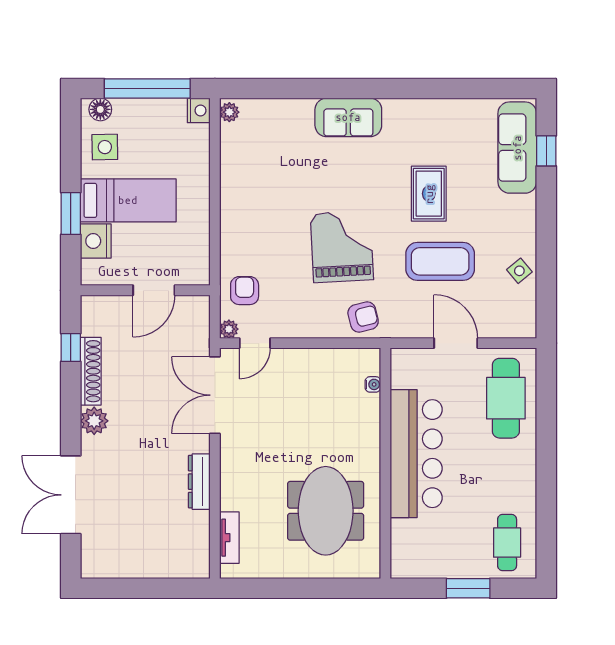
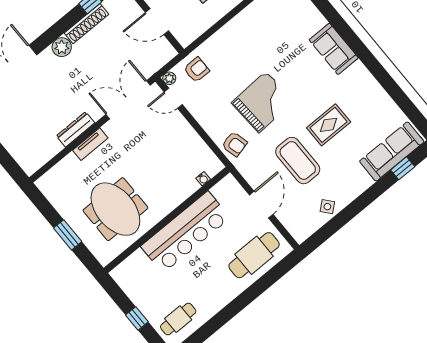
meeting table: (326, 511) -> (115, 209), turned 90
tv unit: (229, 538) -> (90, 144), moved
window: (310, 588) -> (68, 235), added
window: (468, 588) -> (137, 318), width x0.67

